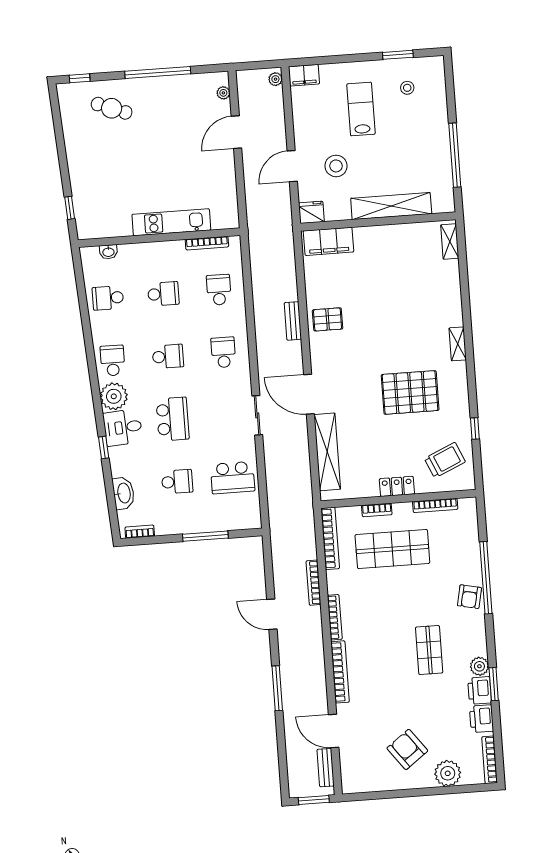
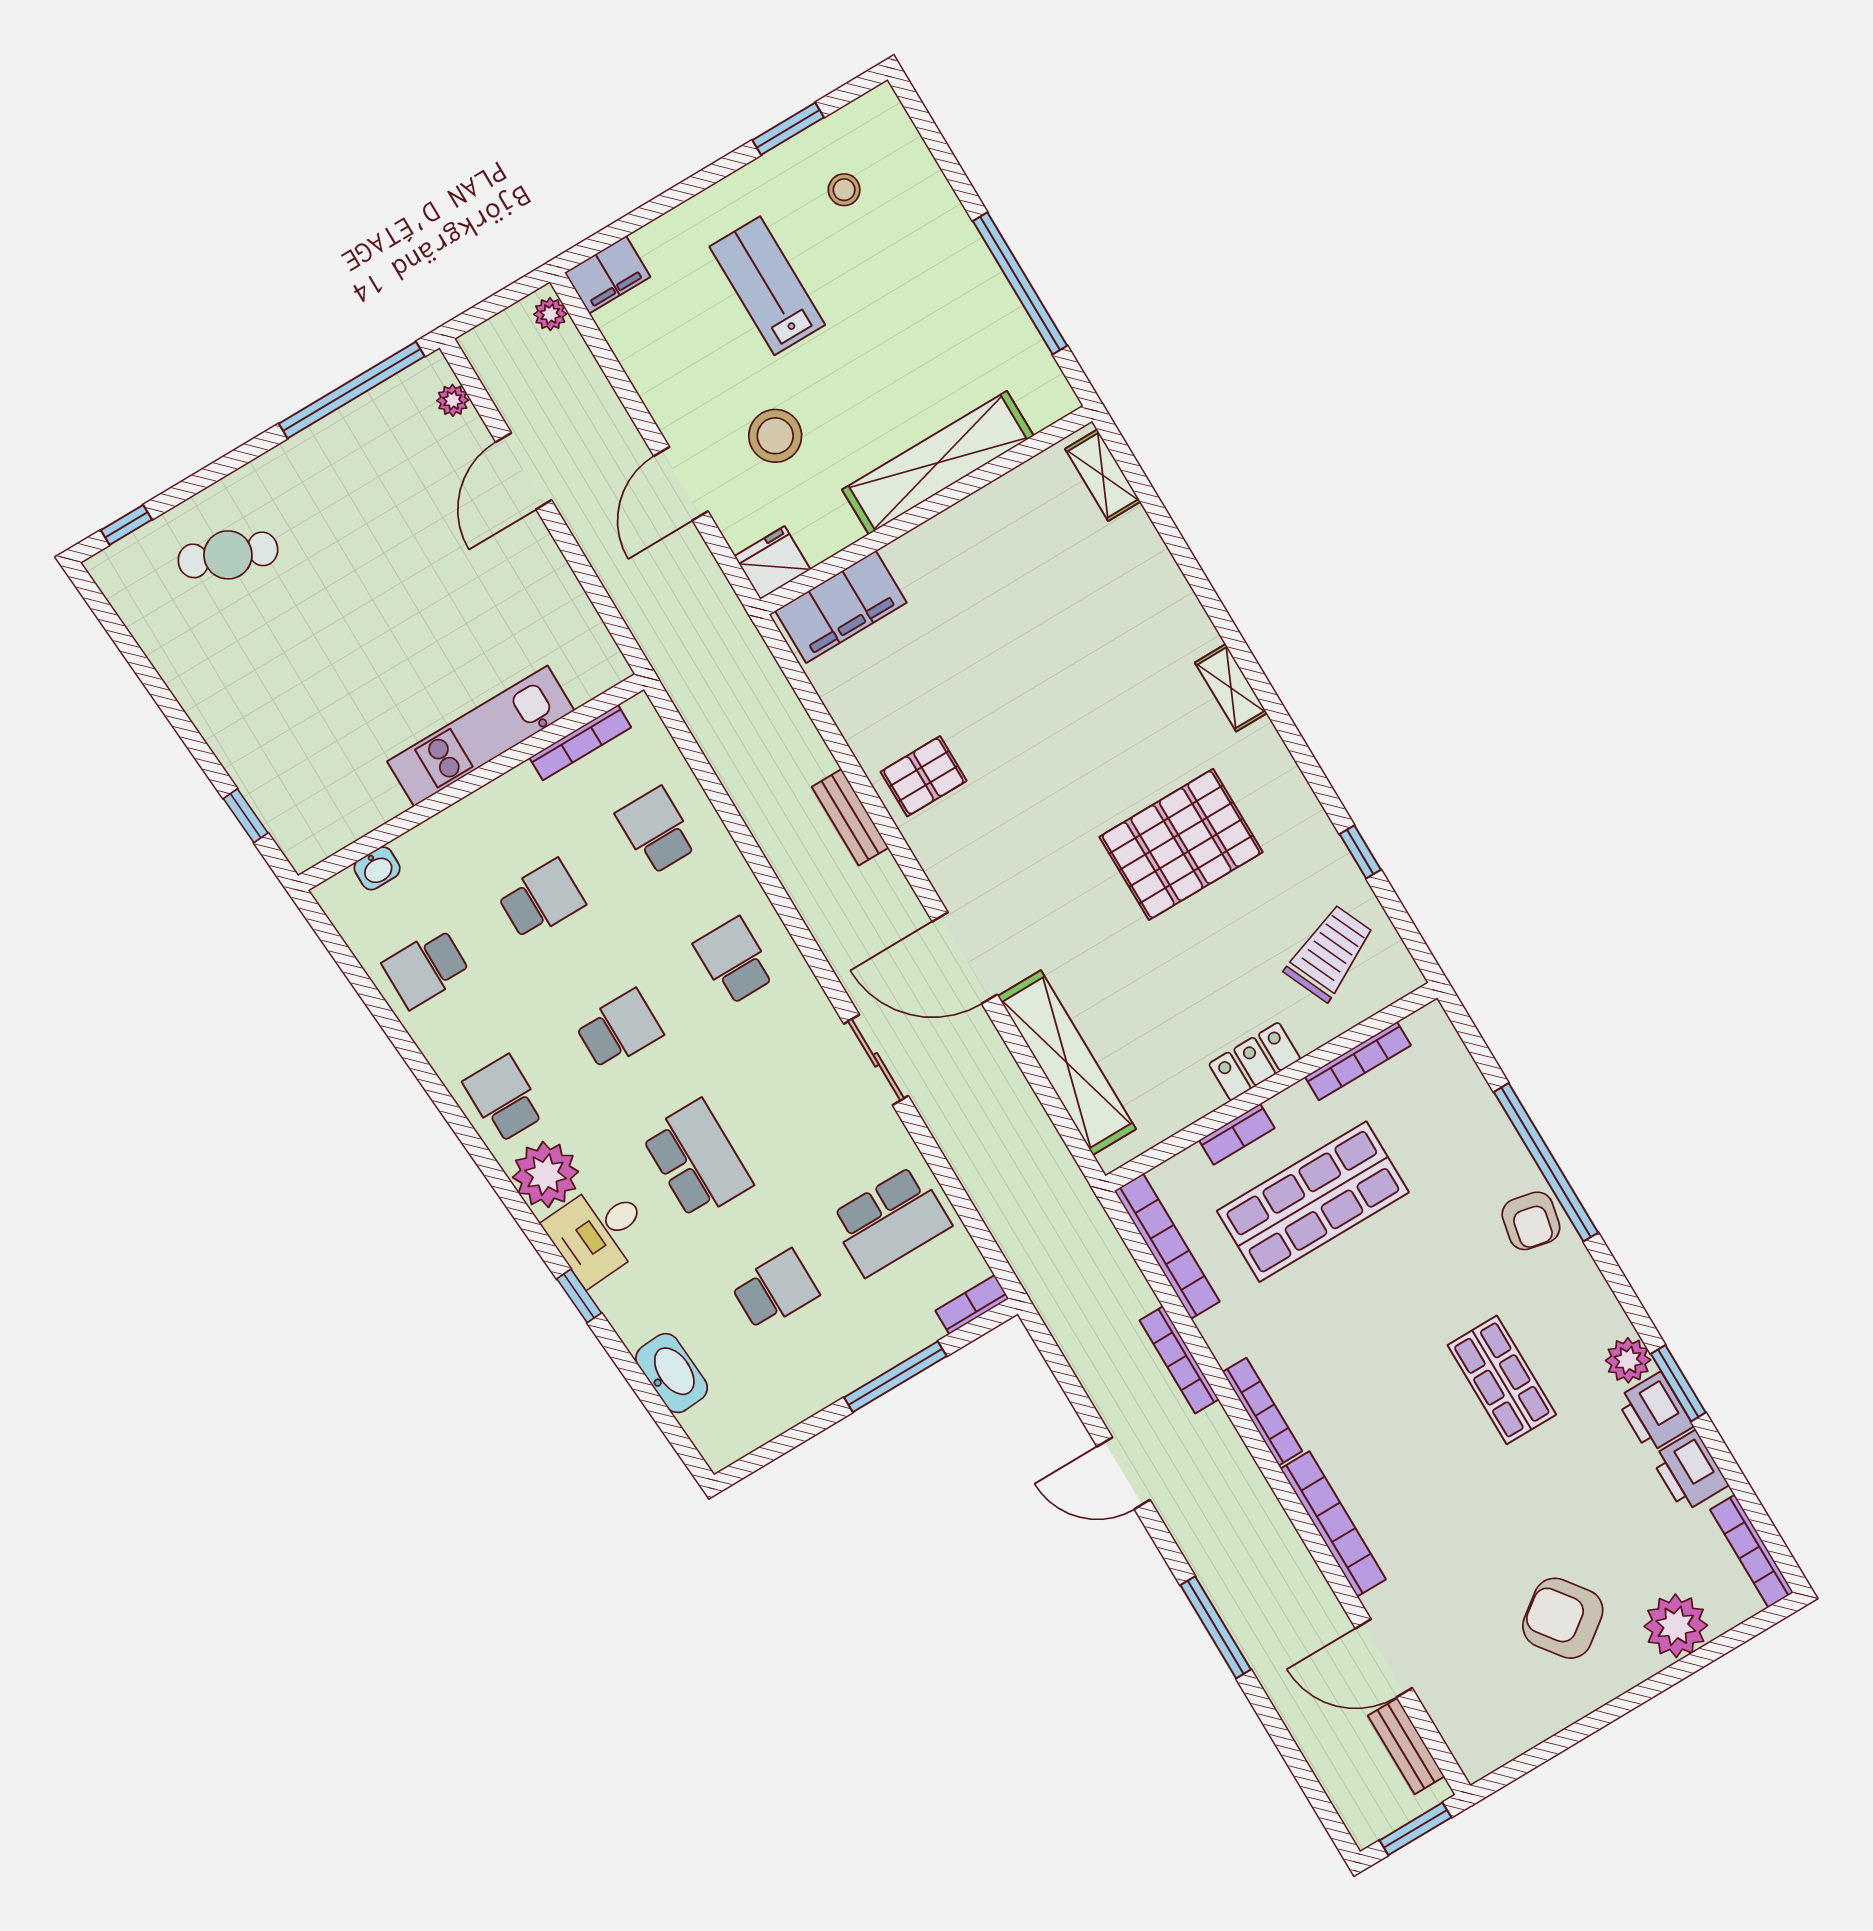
window: (158, 72) -> (352, 390), moved
bookcase: (140, 532) -> (972, 1305), moved

